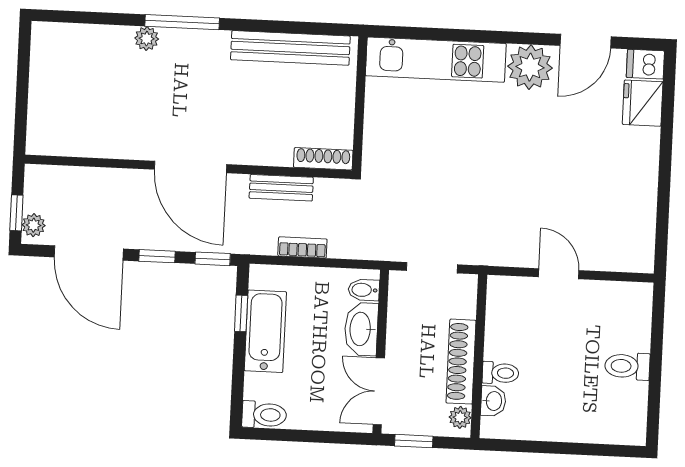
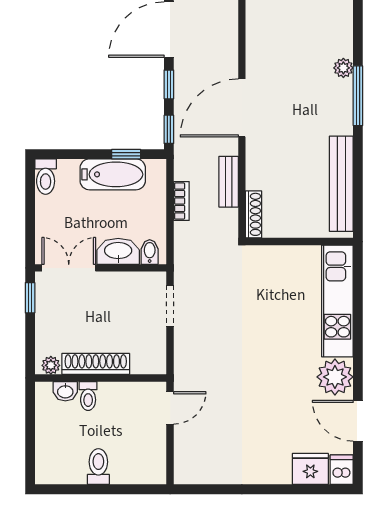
wall: (479, 356) -> (101, 378), moved
shoe rack: (461, 362) -> (96, 364), moved
toilet: (500, 373) -> (88, 396), moved
washbasin: (493, 401) -> (65, 391), moved
plant: (460, 417) -> (51, 365), moved

